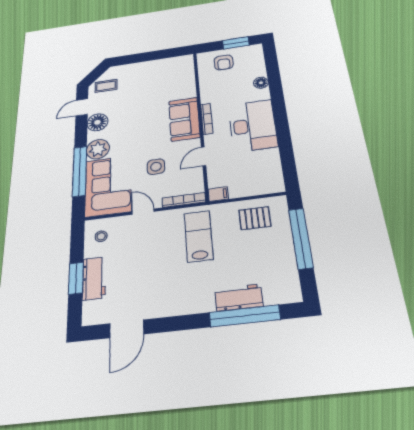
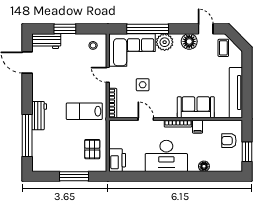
tv unit: (162, 65) -> (236, 93), added
sofa: (184, 119) -> (196, 107), moved
printer: (267, 183) -> (117, 160), added
filing cabinet: (218, 194) -> (198, 127), moved
door: (143, 212) -> (108, 75), swing flipped
lab bench: (199, 236) -> (84, 111), turned 180
window: (301, 238) -> (74, 176), width x0.68
workbench: (94, 278) -> (46, 41), moved
workbench: (239, 298) -> (39, 116), moved

